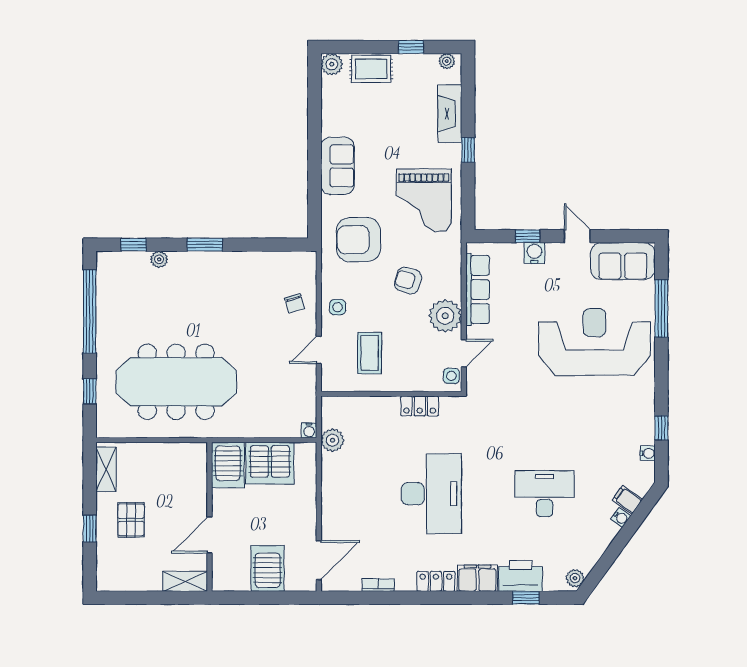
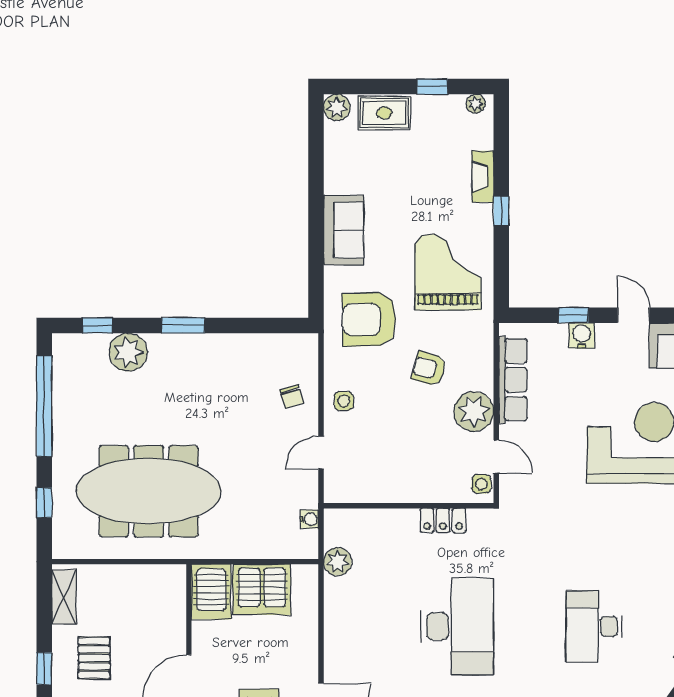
fireplace: (450, 114) -> (483, 177), width x0.73, depth x0.76
grand piano: (424, 200) -> (448, 272), turned 180
plant: (159, 259) -> (128, 352), width x1.87, depth x1.87
coffee table: (370, 353) -> (382, 456), removed
door: (464, 353) -> (496, 457), hinge flipped
water cooler: (309, 430) -> (309, 519), moved, turned -90
desk: (545, 494) -> (594, 626), turned -90

